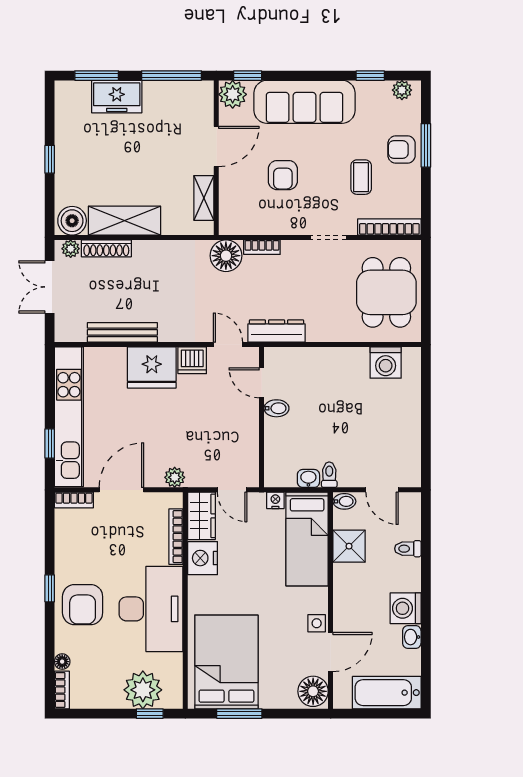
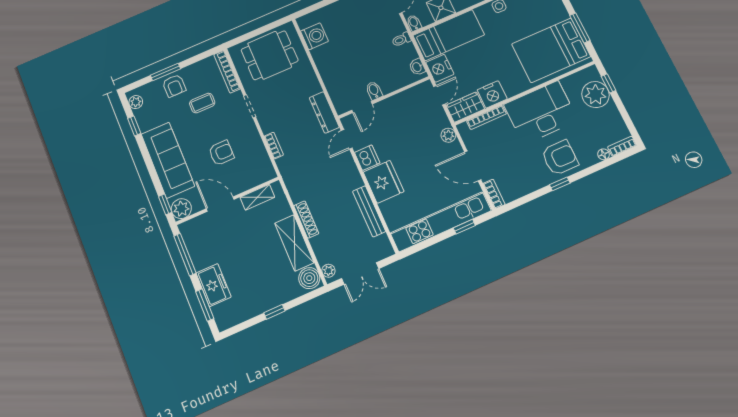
shoe rack: (106, 248) -> (306, 220), moved
floor lamp: (226, 256) -> (289, 166), removed
washbasin: (308, 478) -> (417, 67), moved
nightstand: (275, 500) -> (440, 68), width x1.89, depth x1.79

